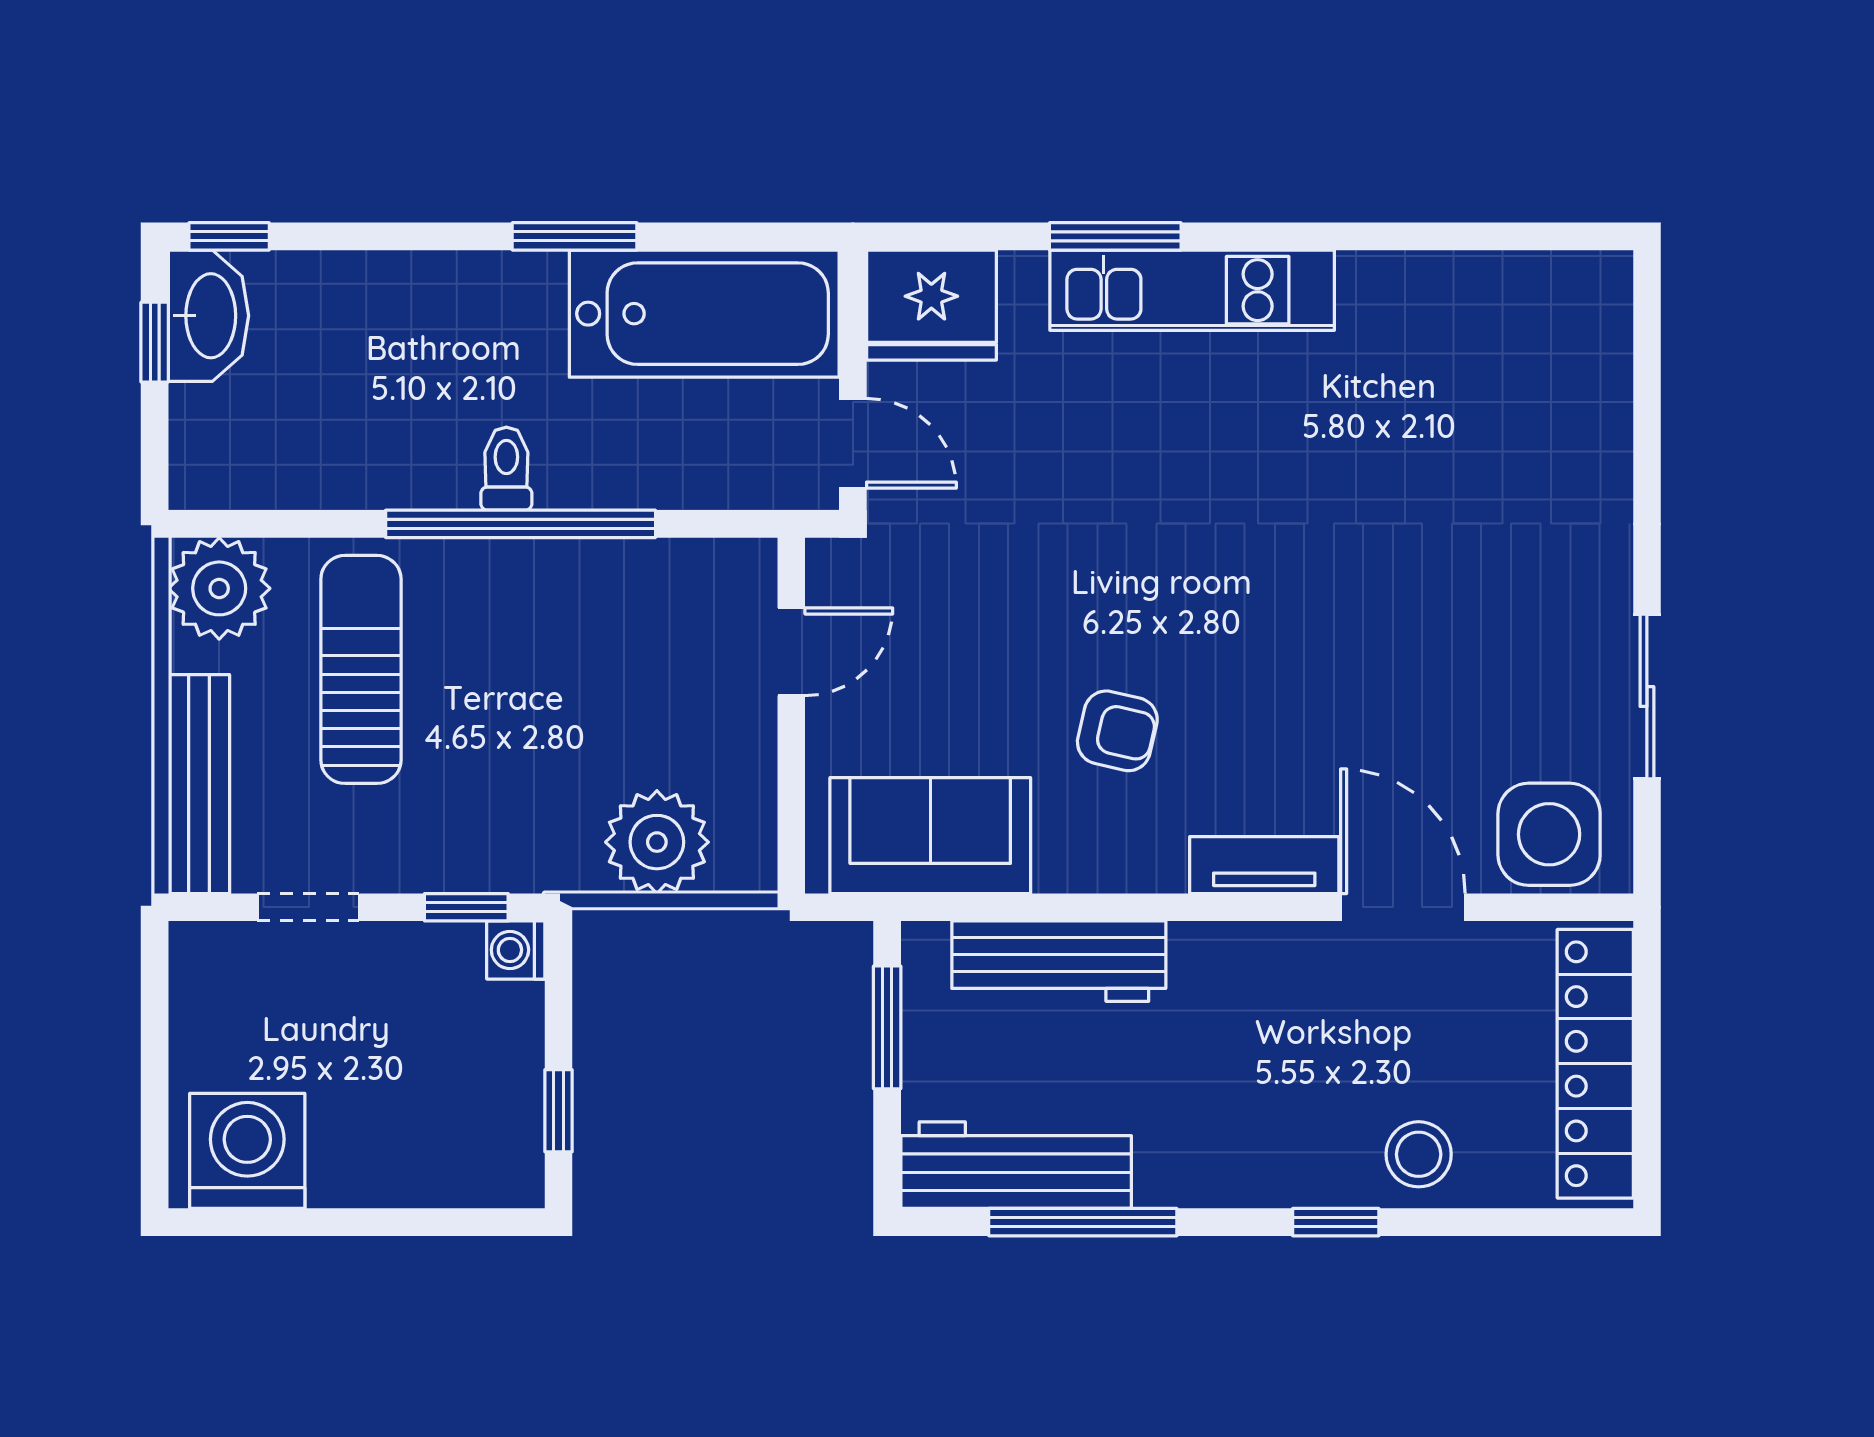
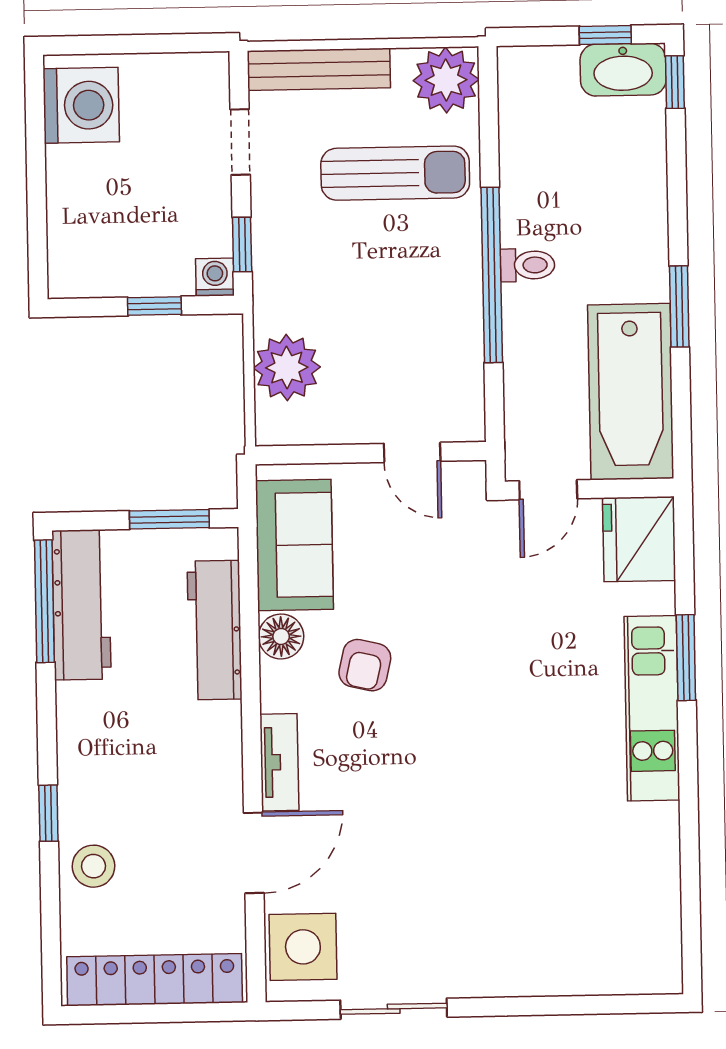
floor lamp: (1071, 859) -> (281, 636), added
window: (558, 1111) -> (154, 306), moved
window: (1083, 1222) -> (44, 601), moved

